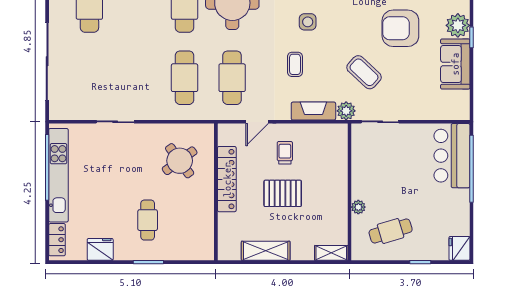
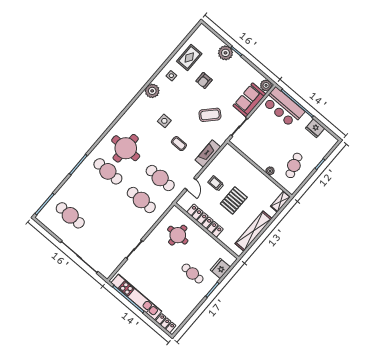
armchair: (400, 28) -> (204, 81), width x0.53, depth x0.53
sofa: (455, 64) -> (249, 100), moved, turned 90
plant: (346, 111) -> (266, 85), moved
round table: (180, 161) -> (178, 235), turned 36
fridge: (459, 248) -> (315, 128), moved
fridge: (100, 249) -> (220, 269), moved
shelving: (266, 251) -> (254, 231), width x1.47

